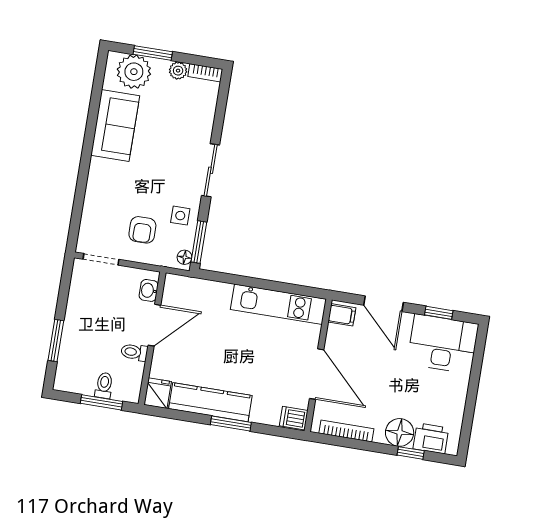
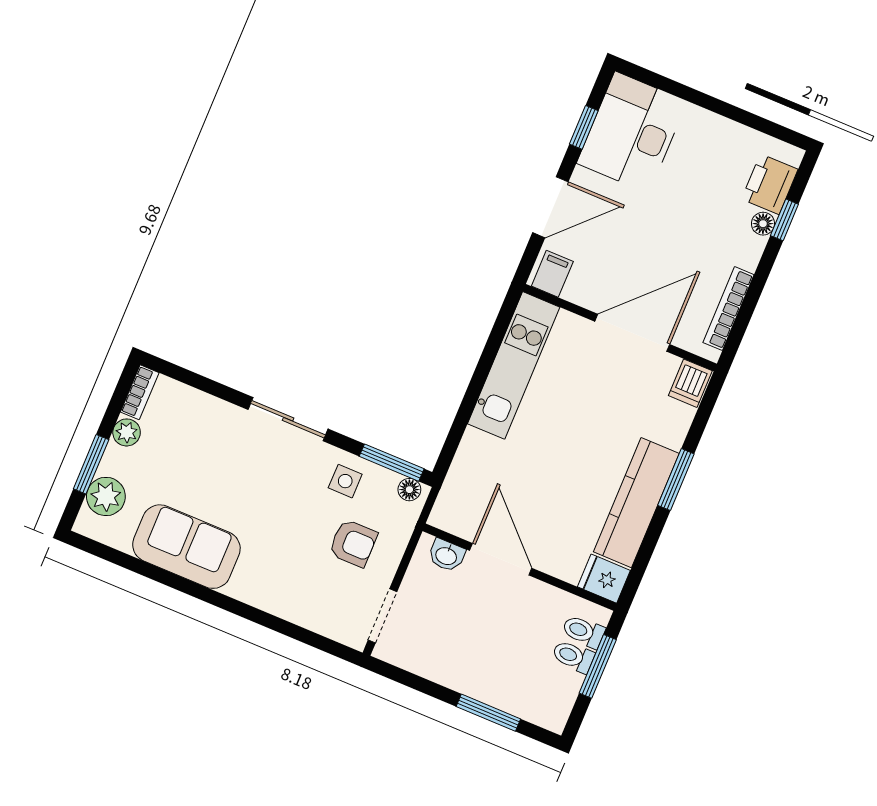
plant: (134, 72) -> (106, 496), width x0.73, depth x0.73
toilet: (134, 352) -> (583, 631), moved, turned 90
floor lamp: (400, 432) -> (763, 224), width x0.53, depth x0.53

